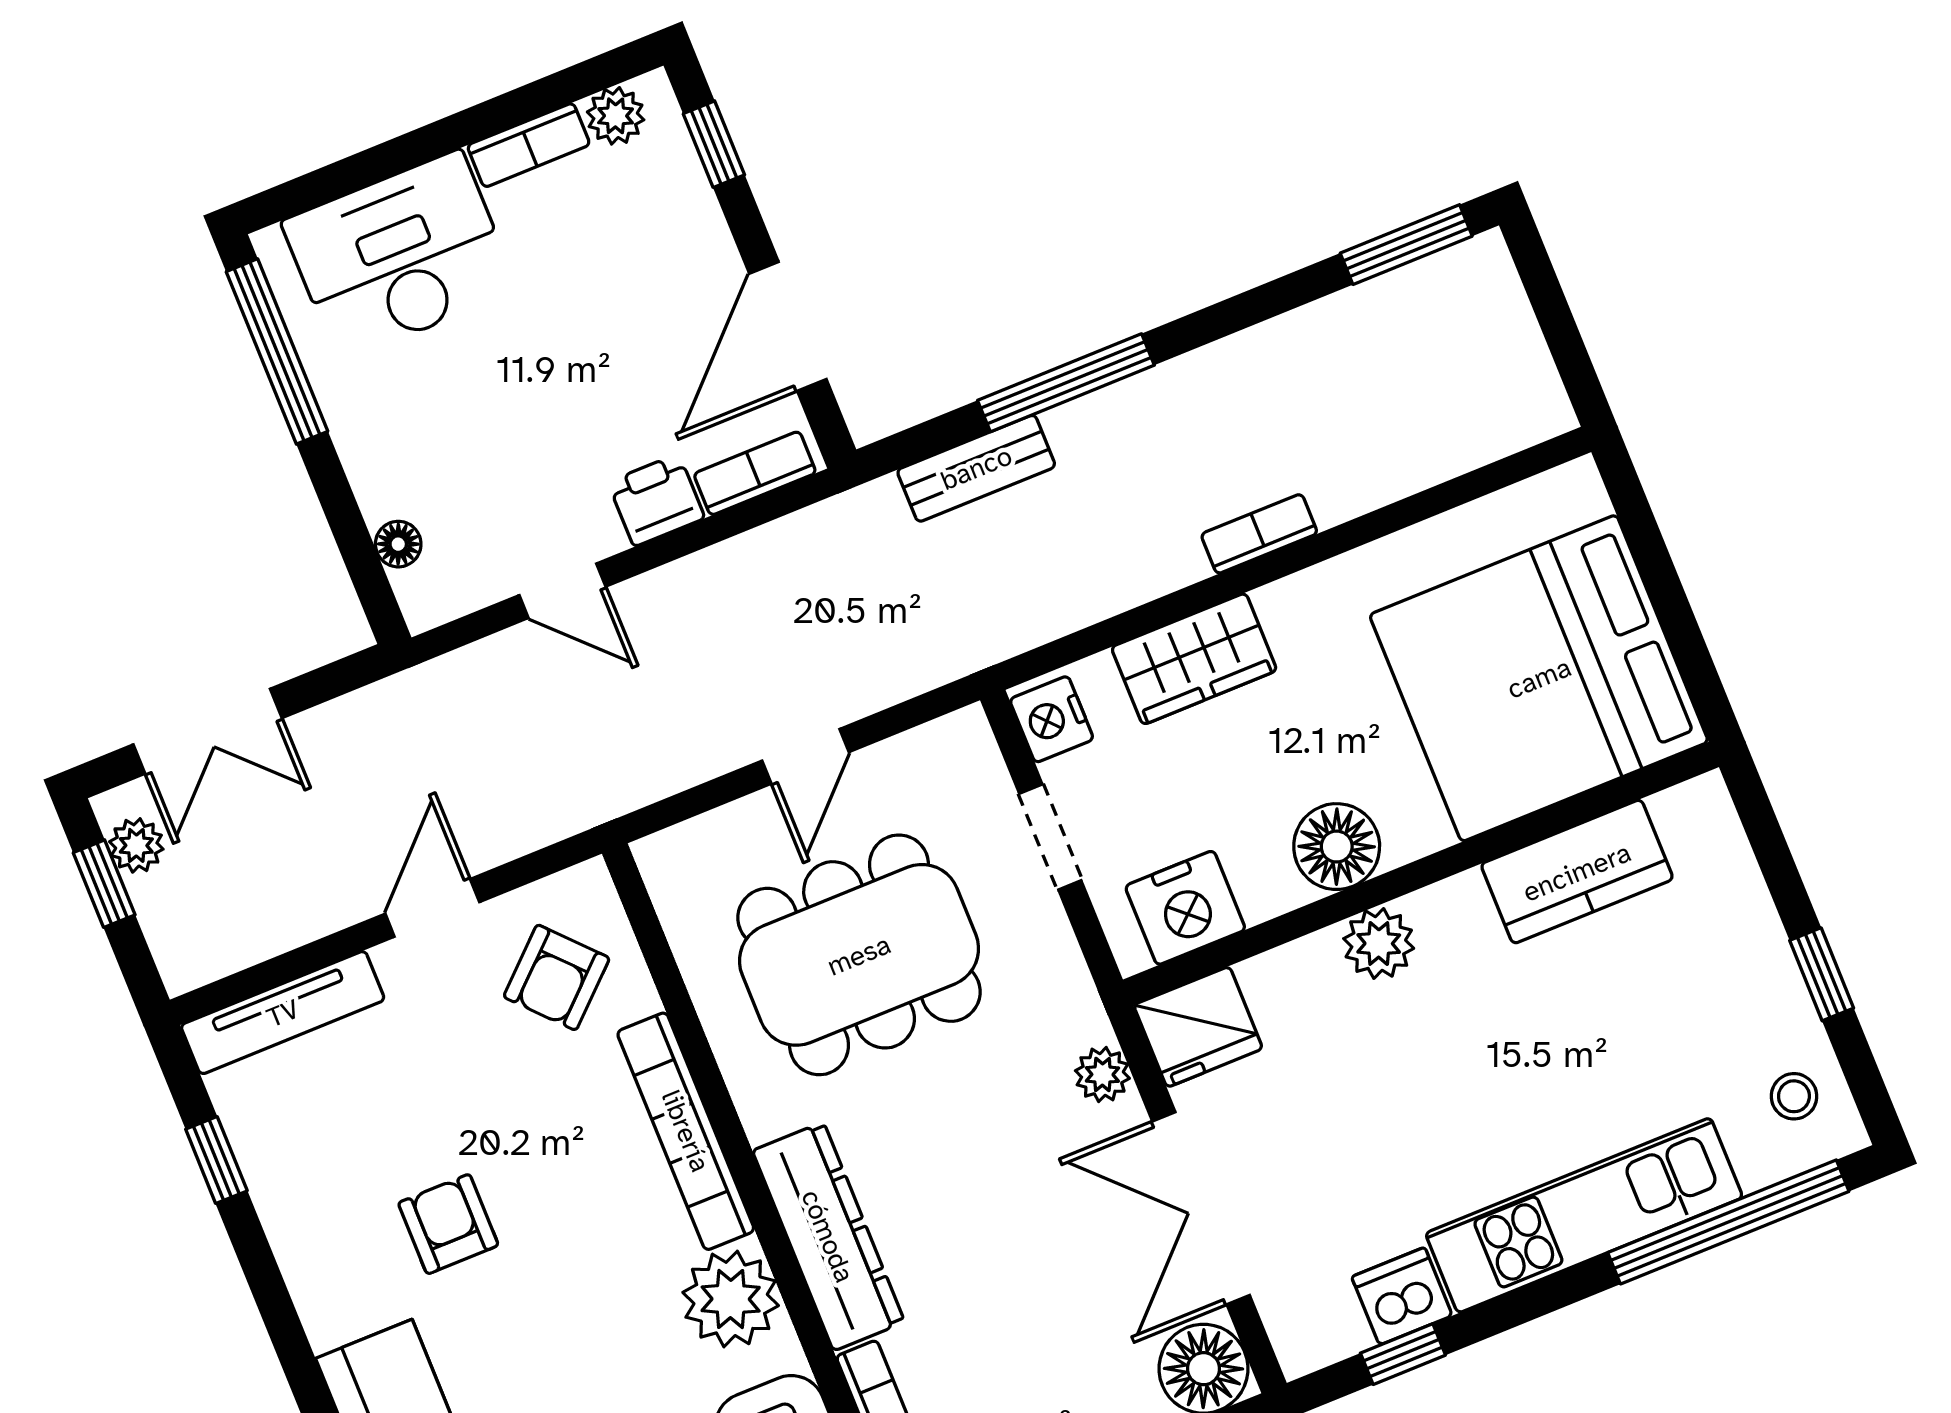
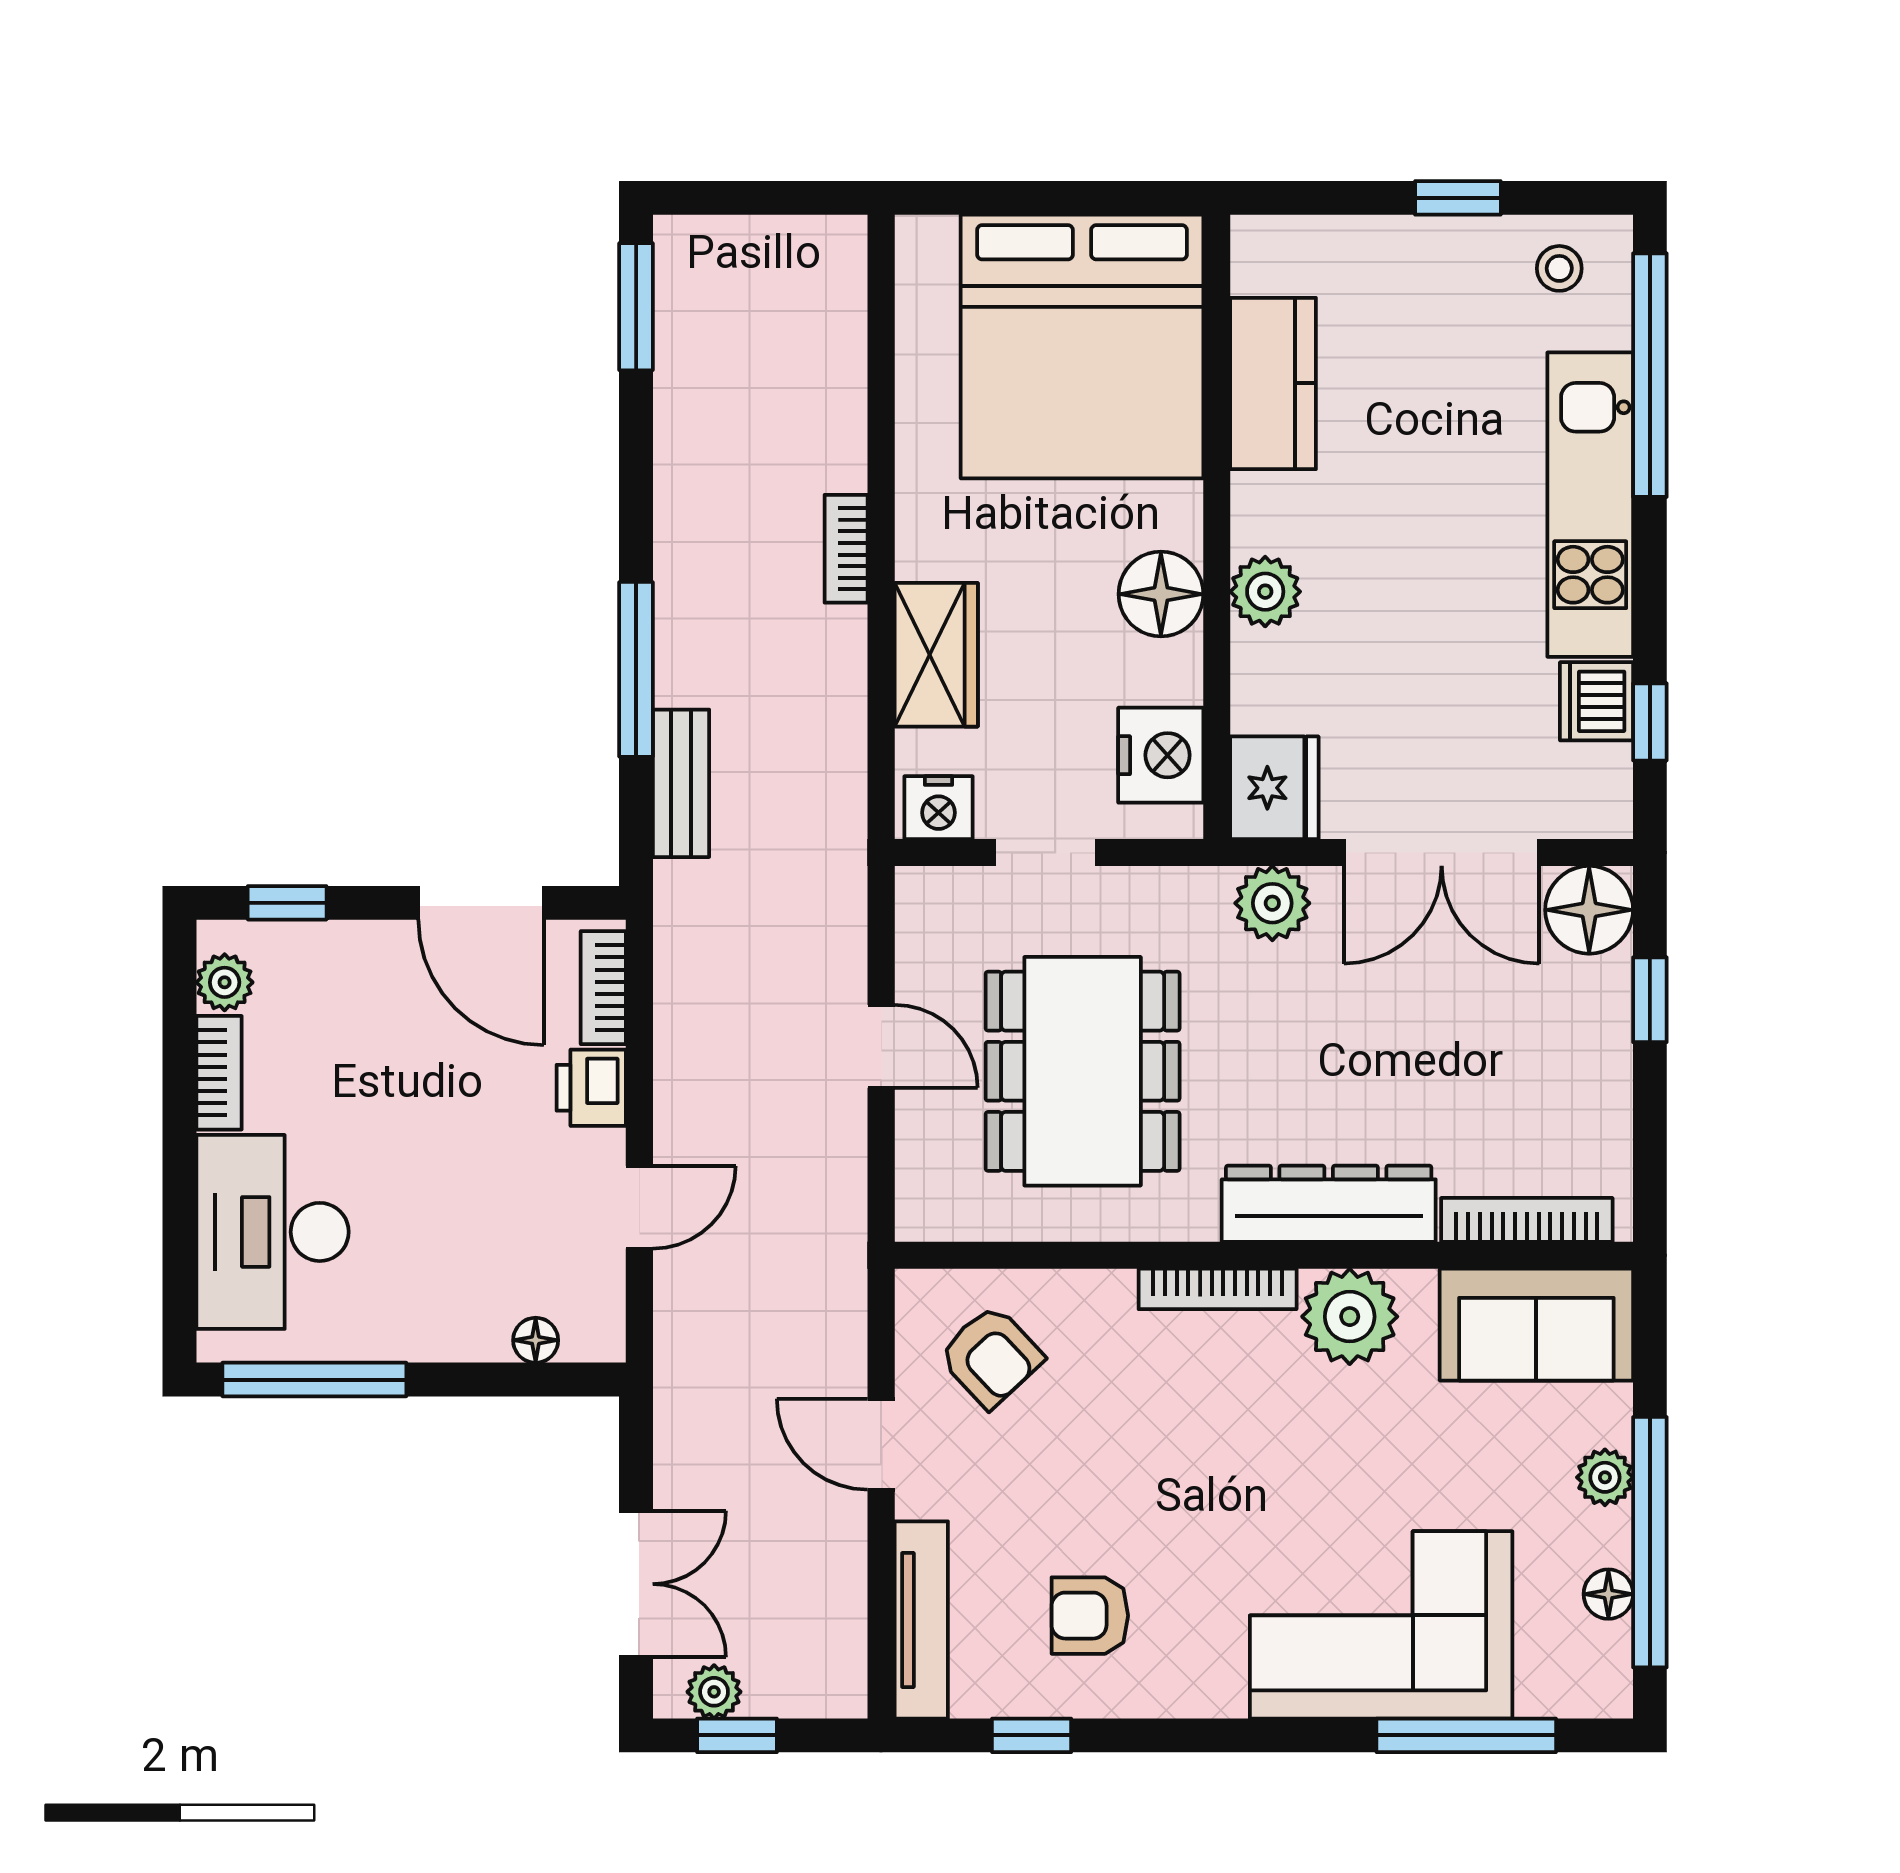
plant: (1102, 1074) -> (1272, 903), width x1.38, depth x1.38
bookcase: (686, 1131) -> (1218, 1289), width x0.68, depth x0.76
armchair: (448, 1224) -> (1090, 1616), moved

